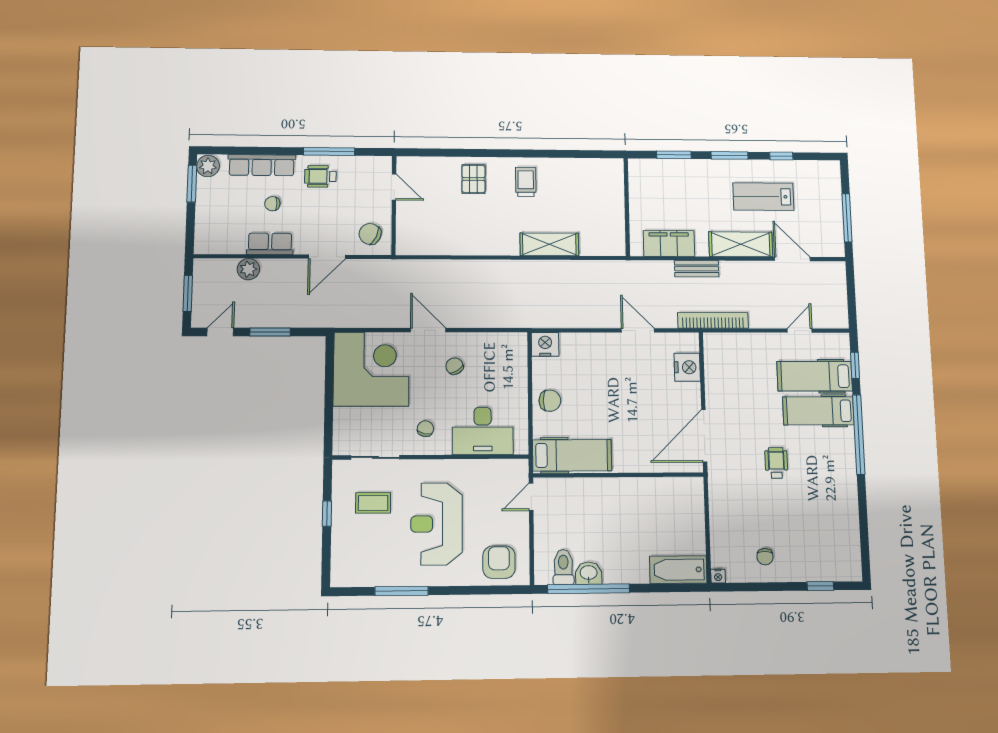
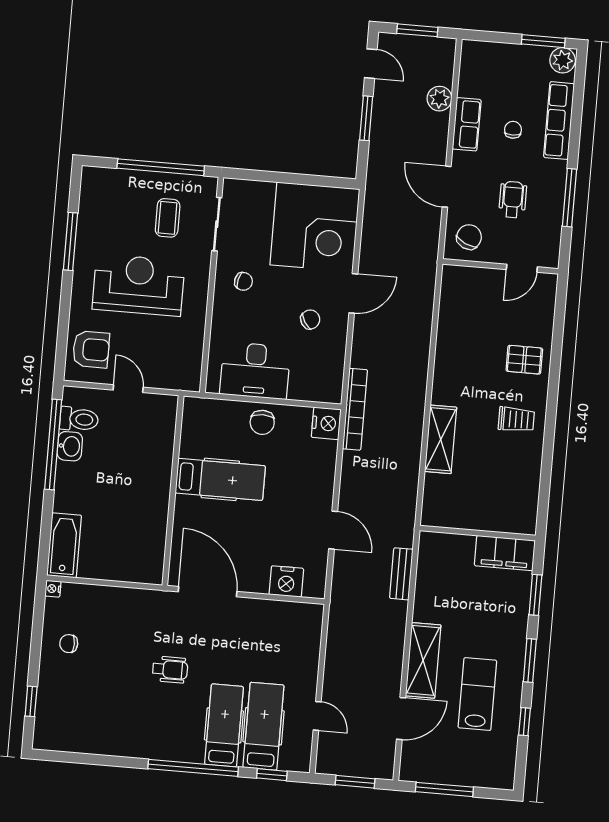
wheelchair: (320, 176) -> (513, 200), moved
filing cabinet: (669, 243) -> (505, 553), moved, turned 90
bench: (697, 269) -> (401, 574), moved
window: (851, 293) -> (355, 782), added
bookcase: (713, 321) -> (355, 409), moved
door: (638, 330) -> (333, 530), hinge flipped
desk: (483, 431) -> (255, 371), moved, turned -90
hospital bed: (572, 455) -> (220, 479), moved, turned -90
door: (531, 497) -> (128, 389), moved
window: (327, 514) -> (161, 167), width x3.17

